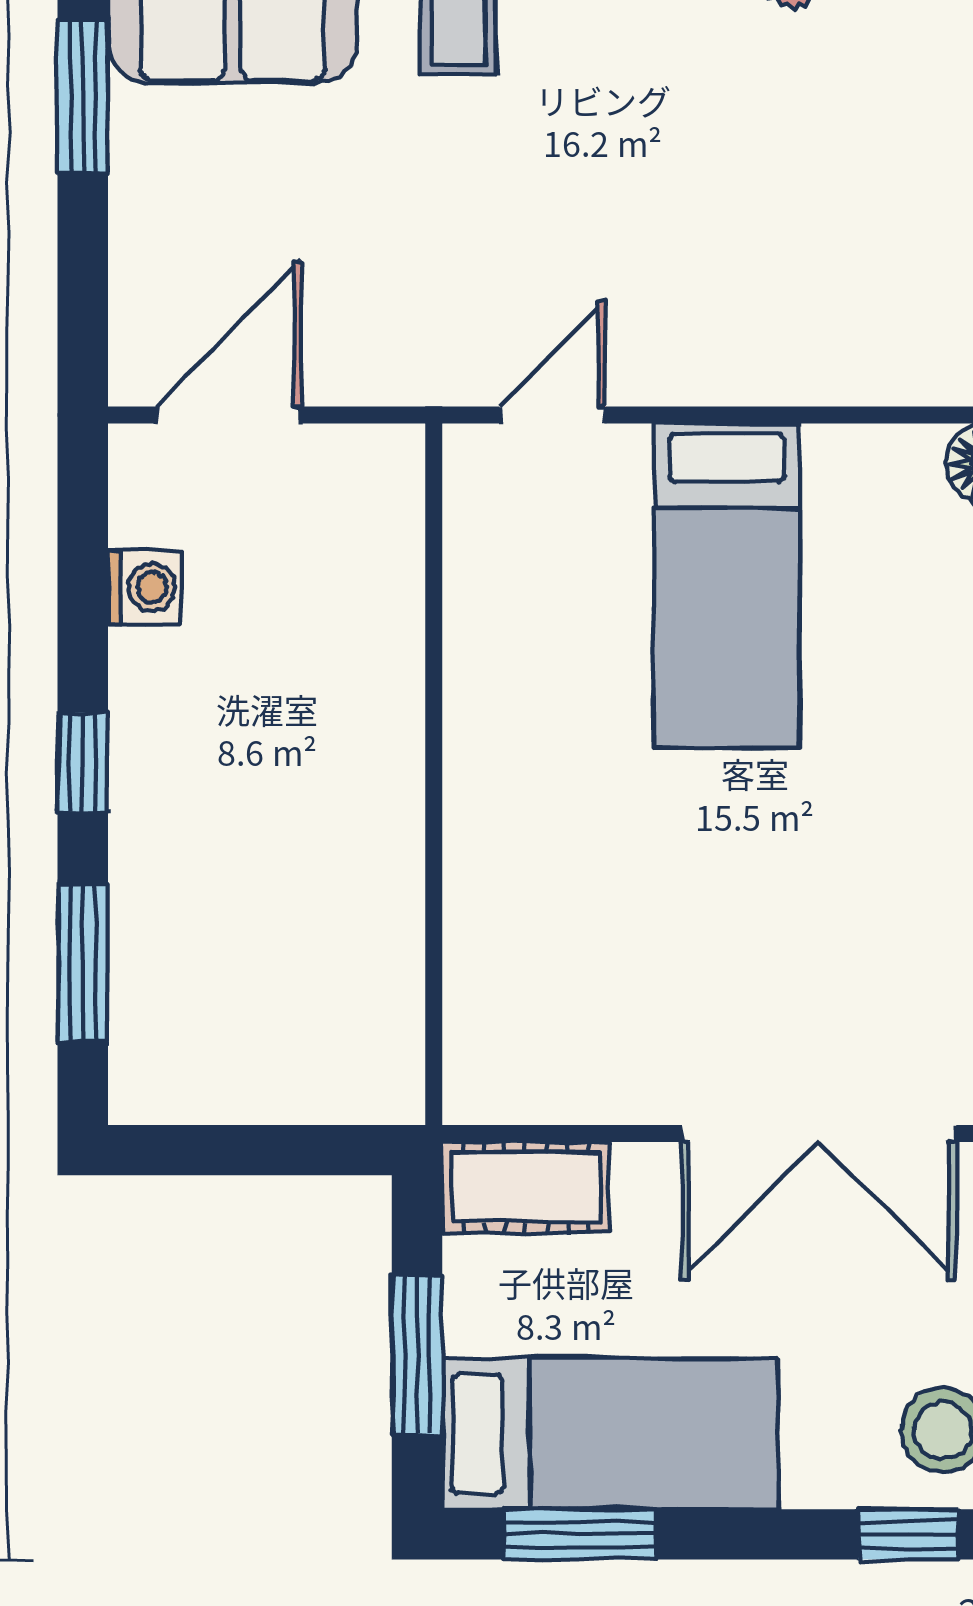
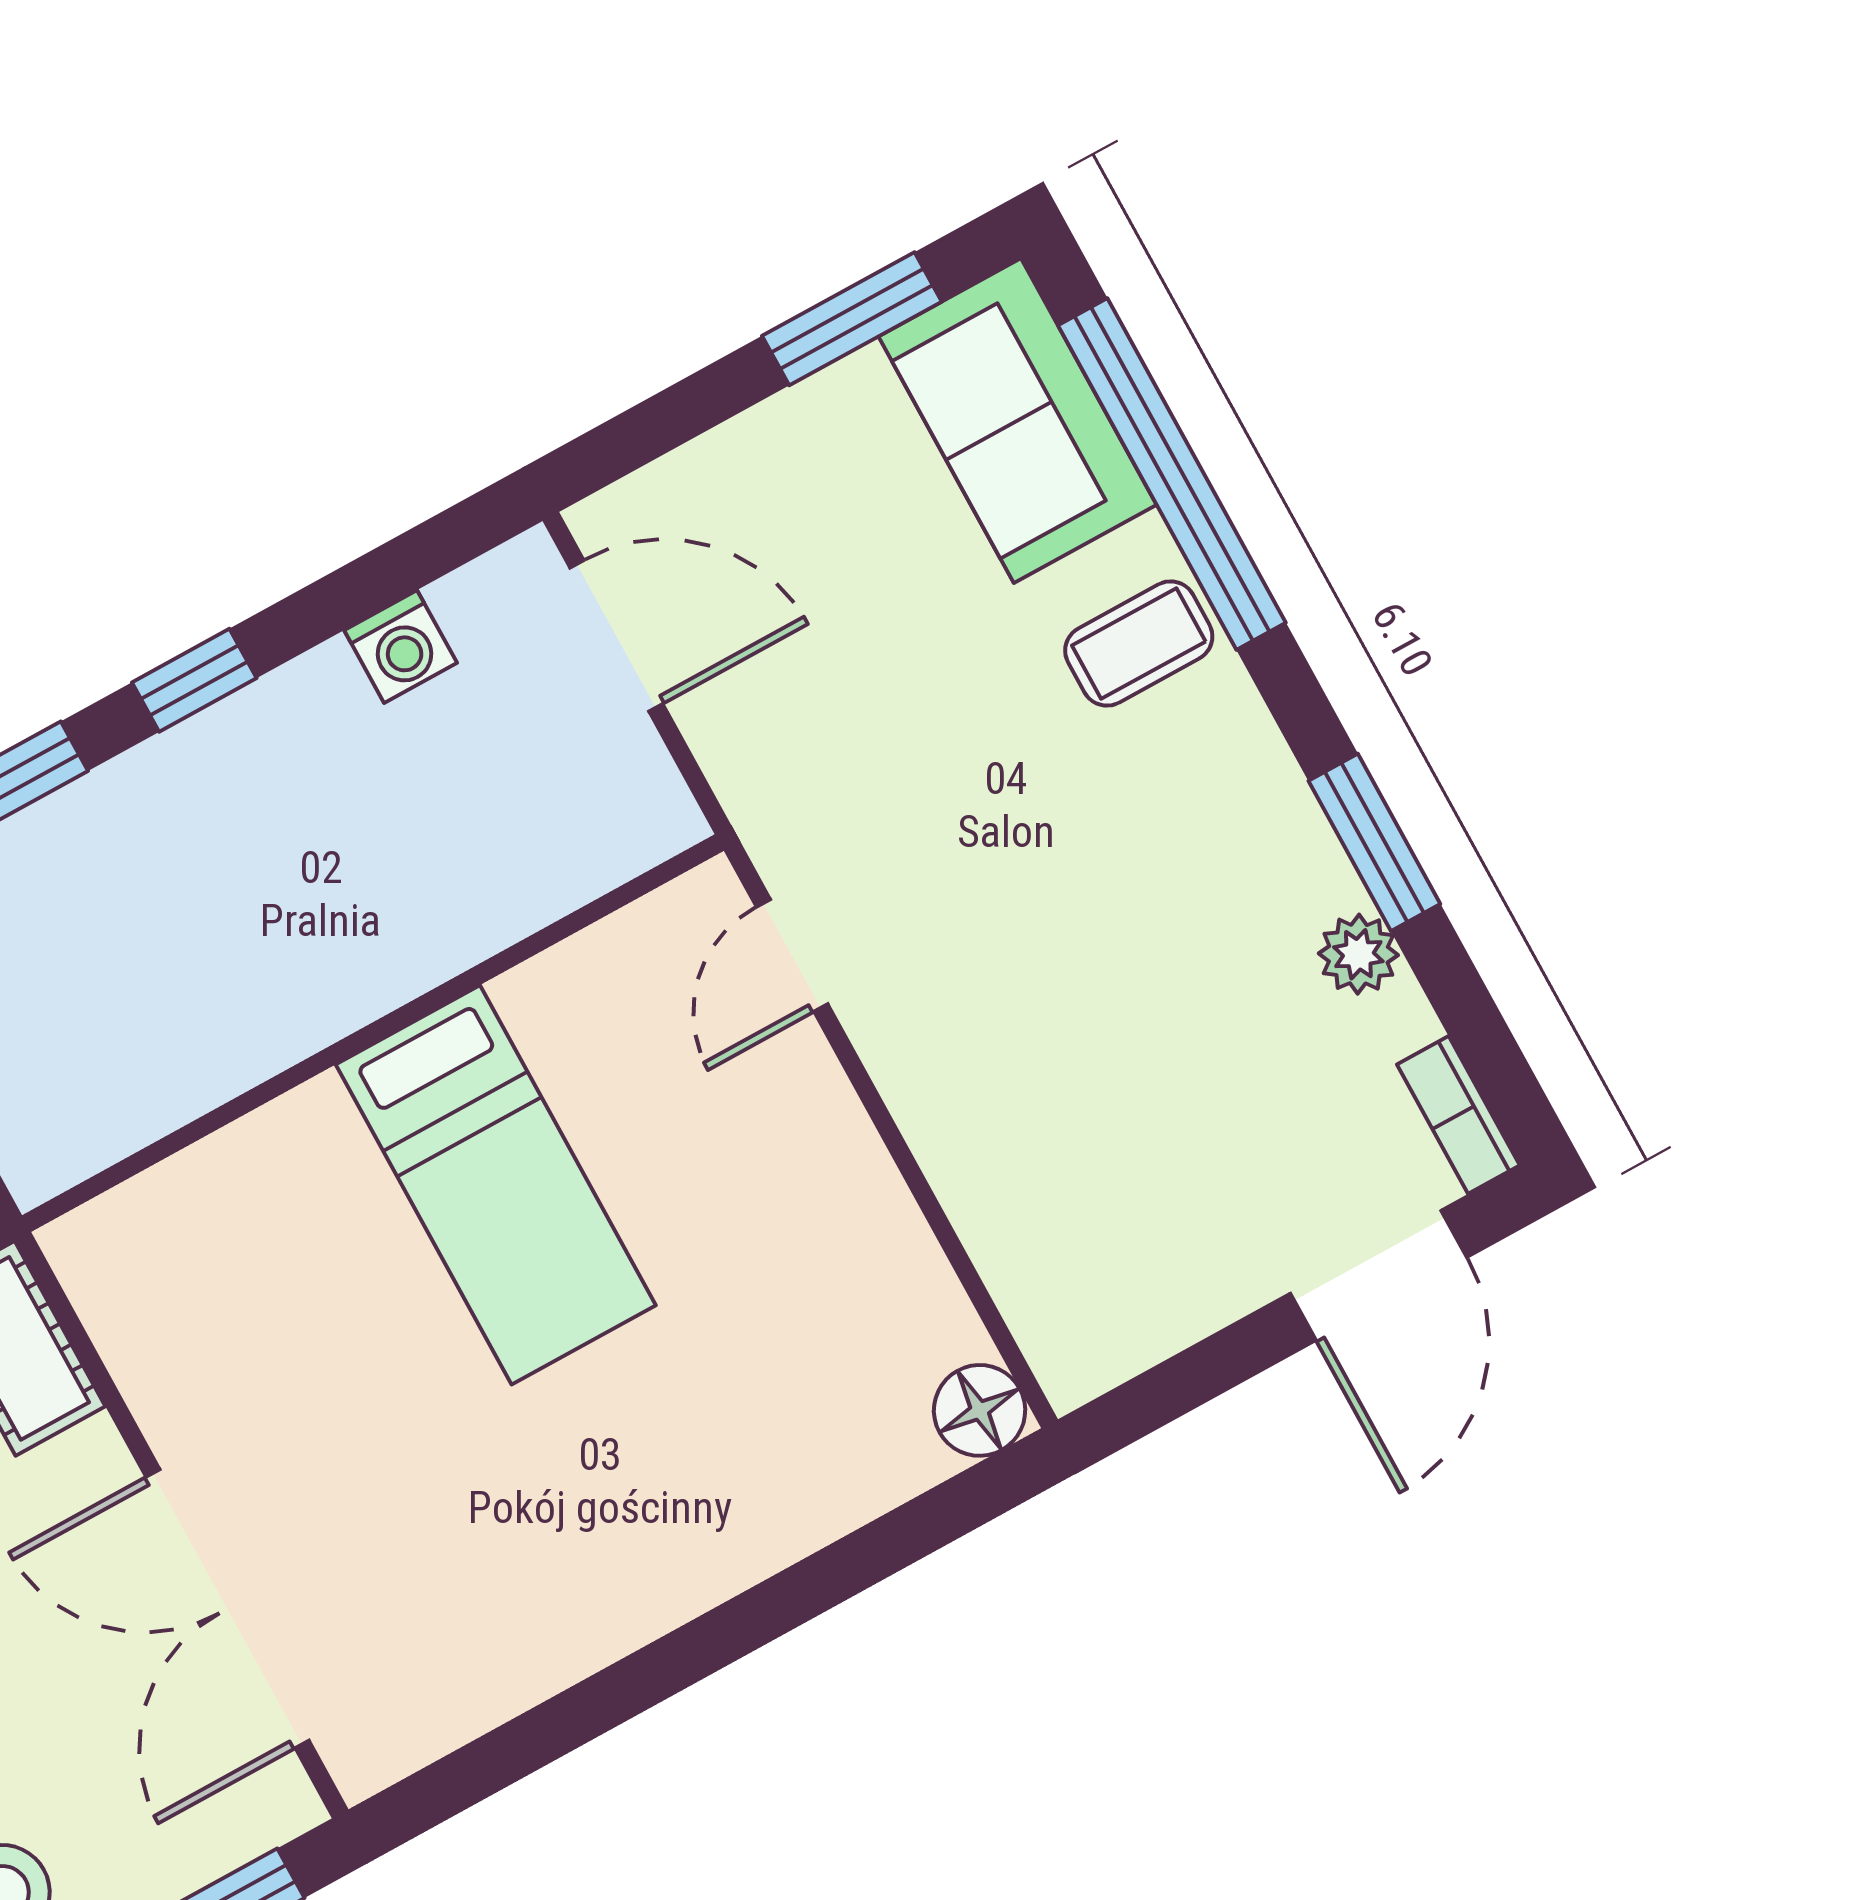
door: (553, 415) -> (792, 956), swing flipped
bed: (727, 585) -> (496, 1185), moved, turned -90

